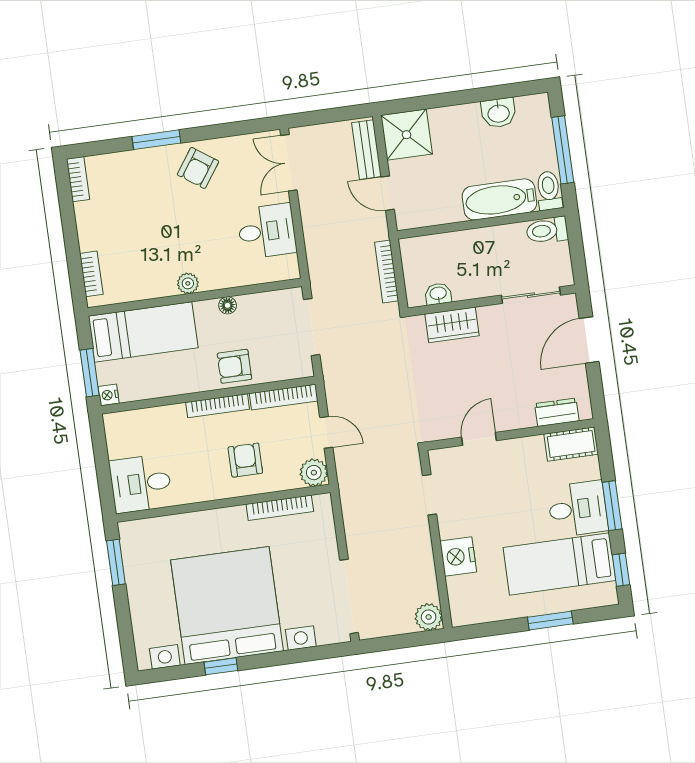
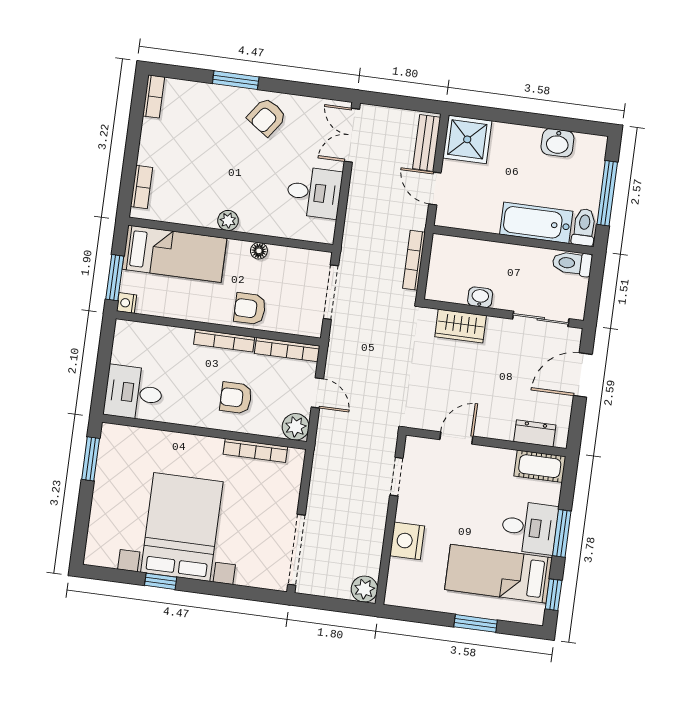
washbasin: (438, 294) -> (480, 297), moved
armchair: (245, 460) -> (236, 398), turned -90
bed with nightstands: (227, 606) -> (182, 527), width x0.73

